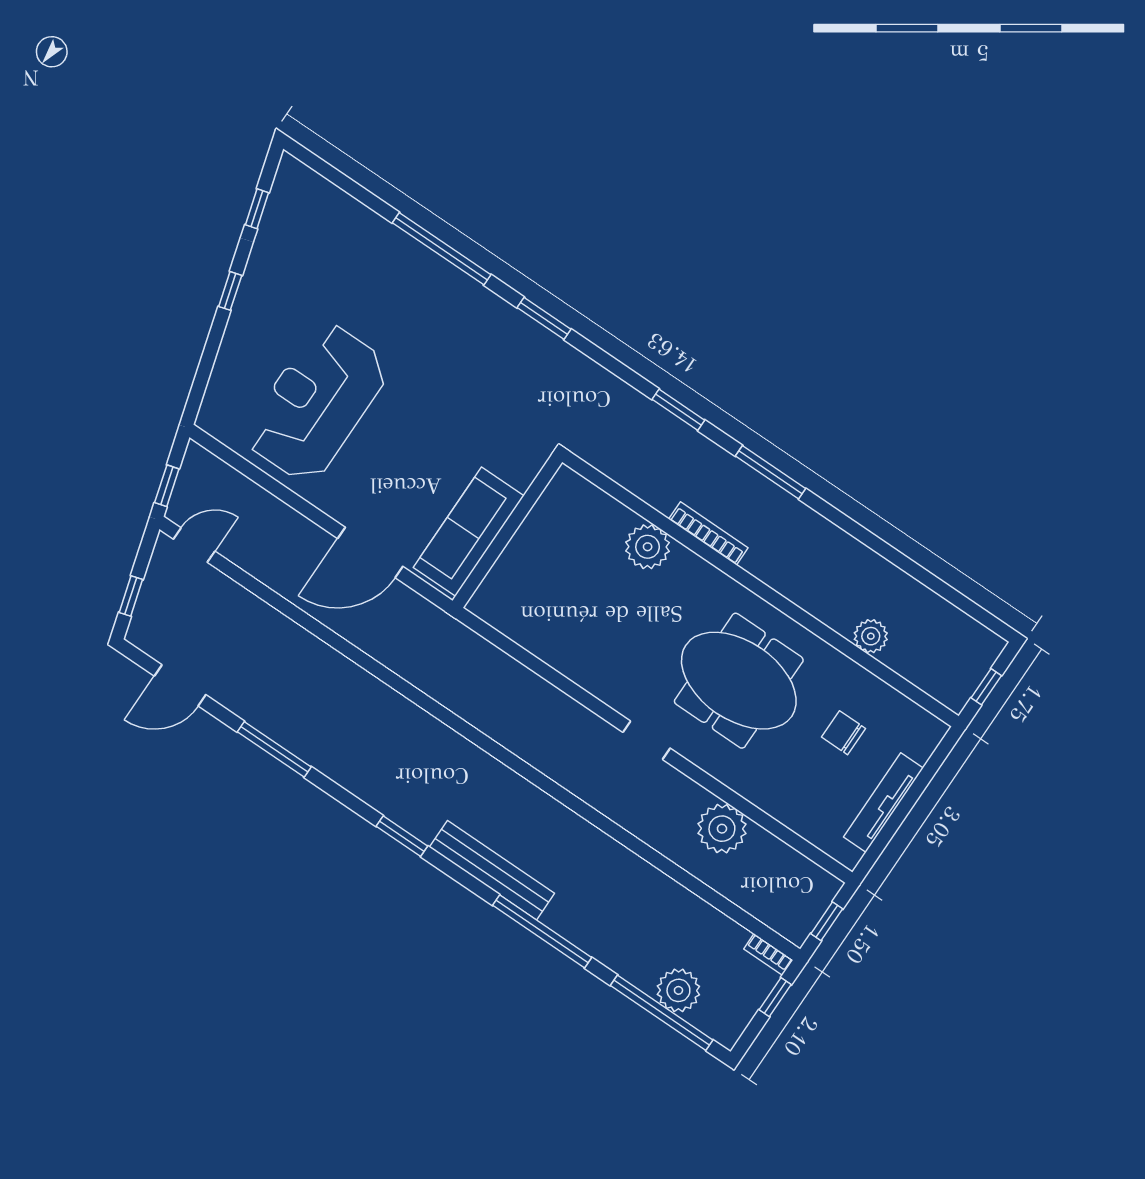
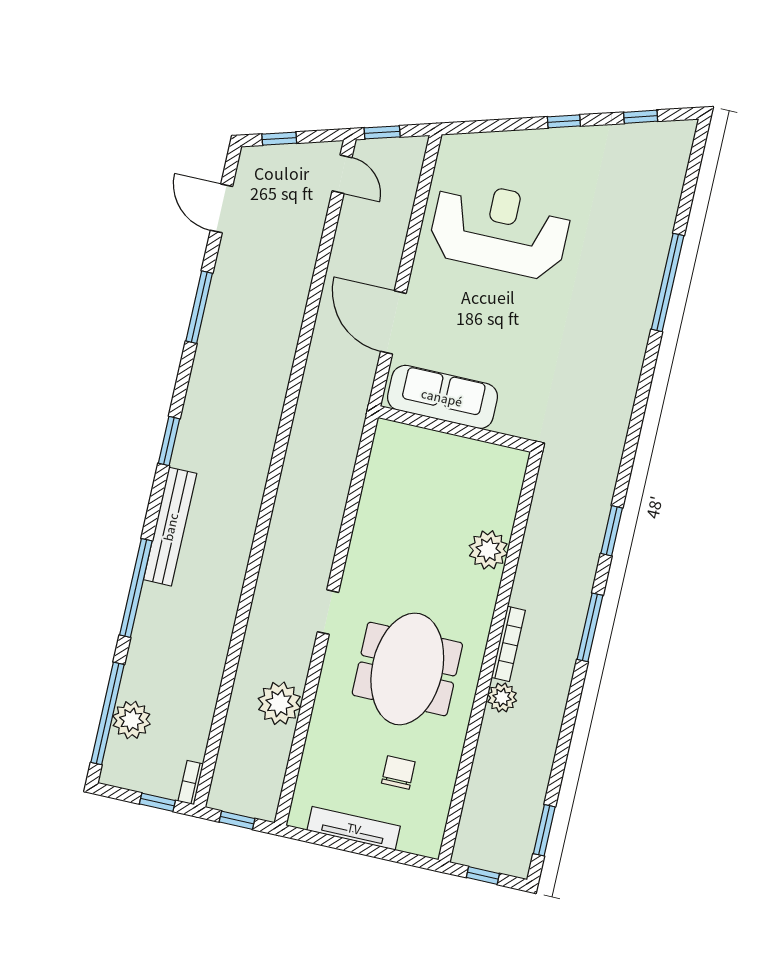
window: (544, 318) -> (544, 830), moved
bookcase: (708, 533) -> (508, 644), moved
plant: (871, 636) -> (502, 697), moved

